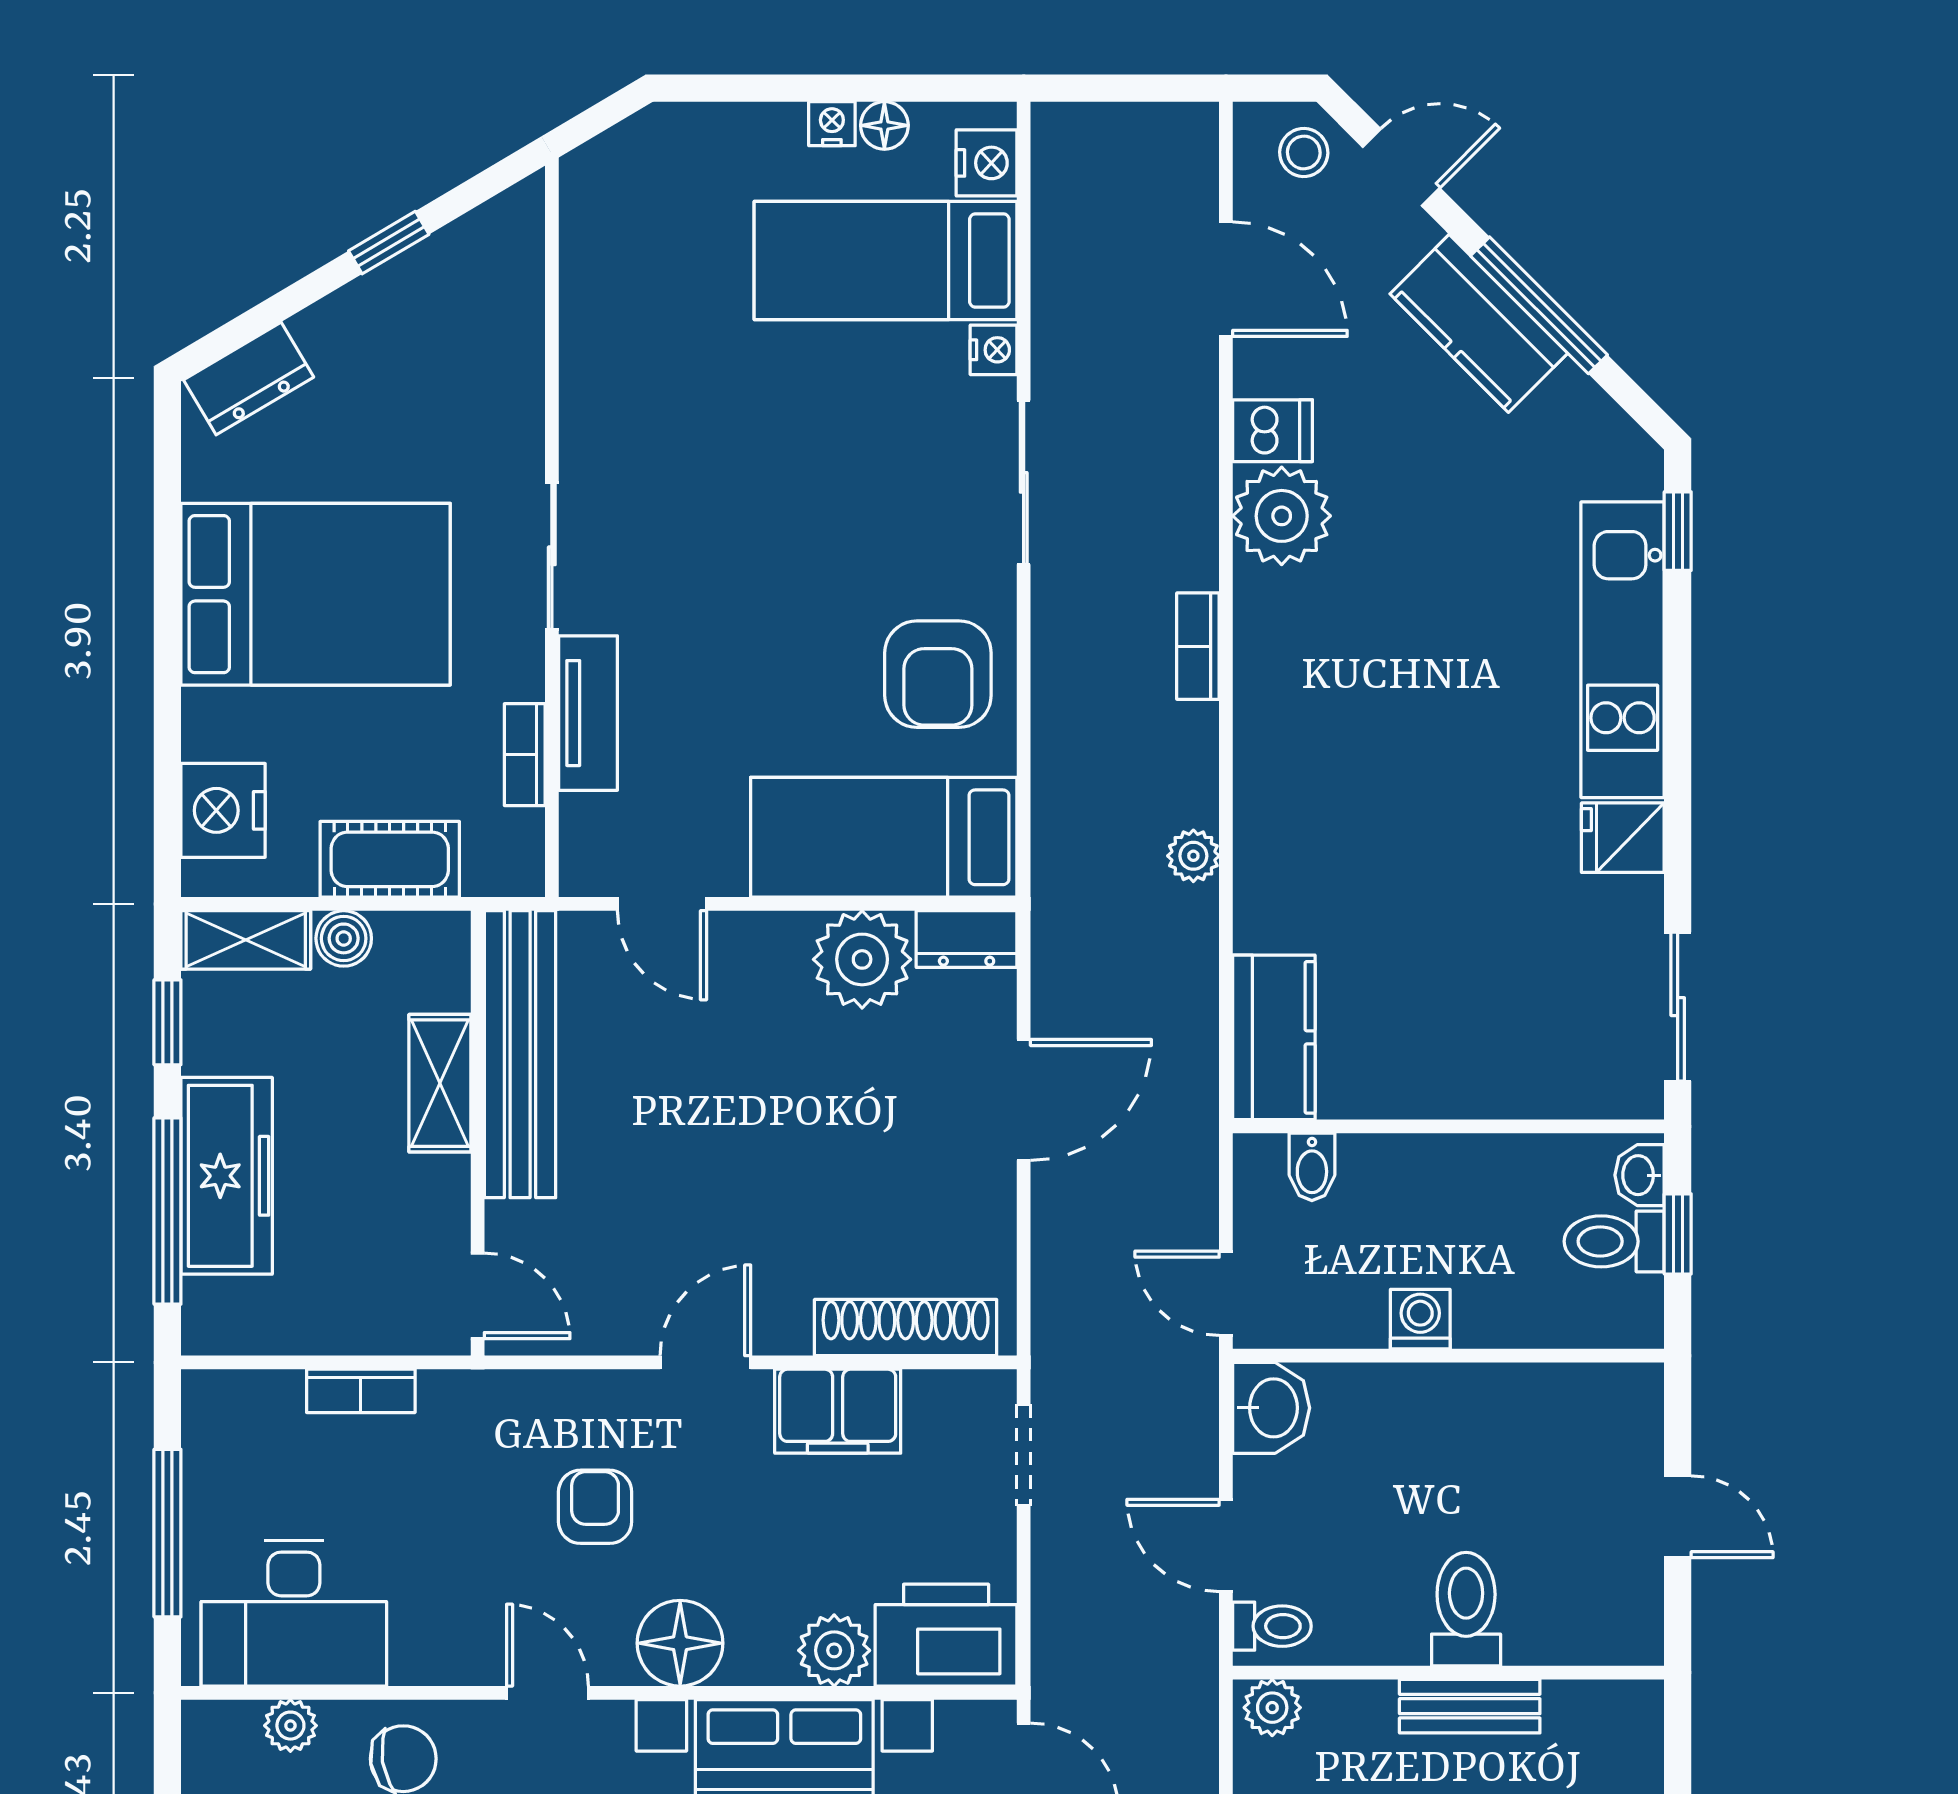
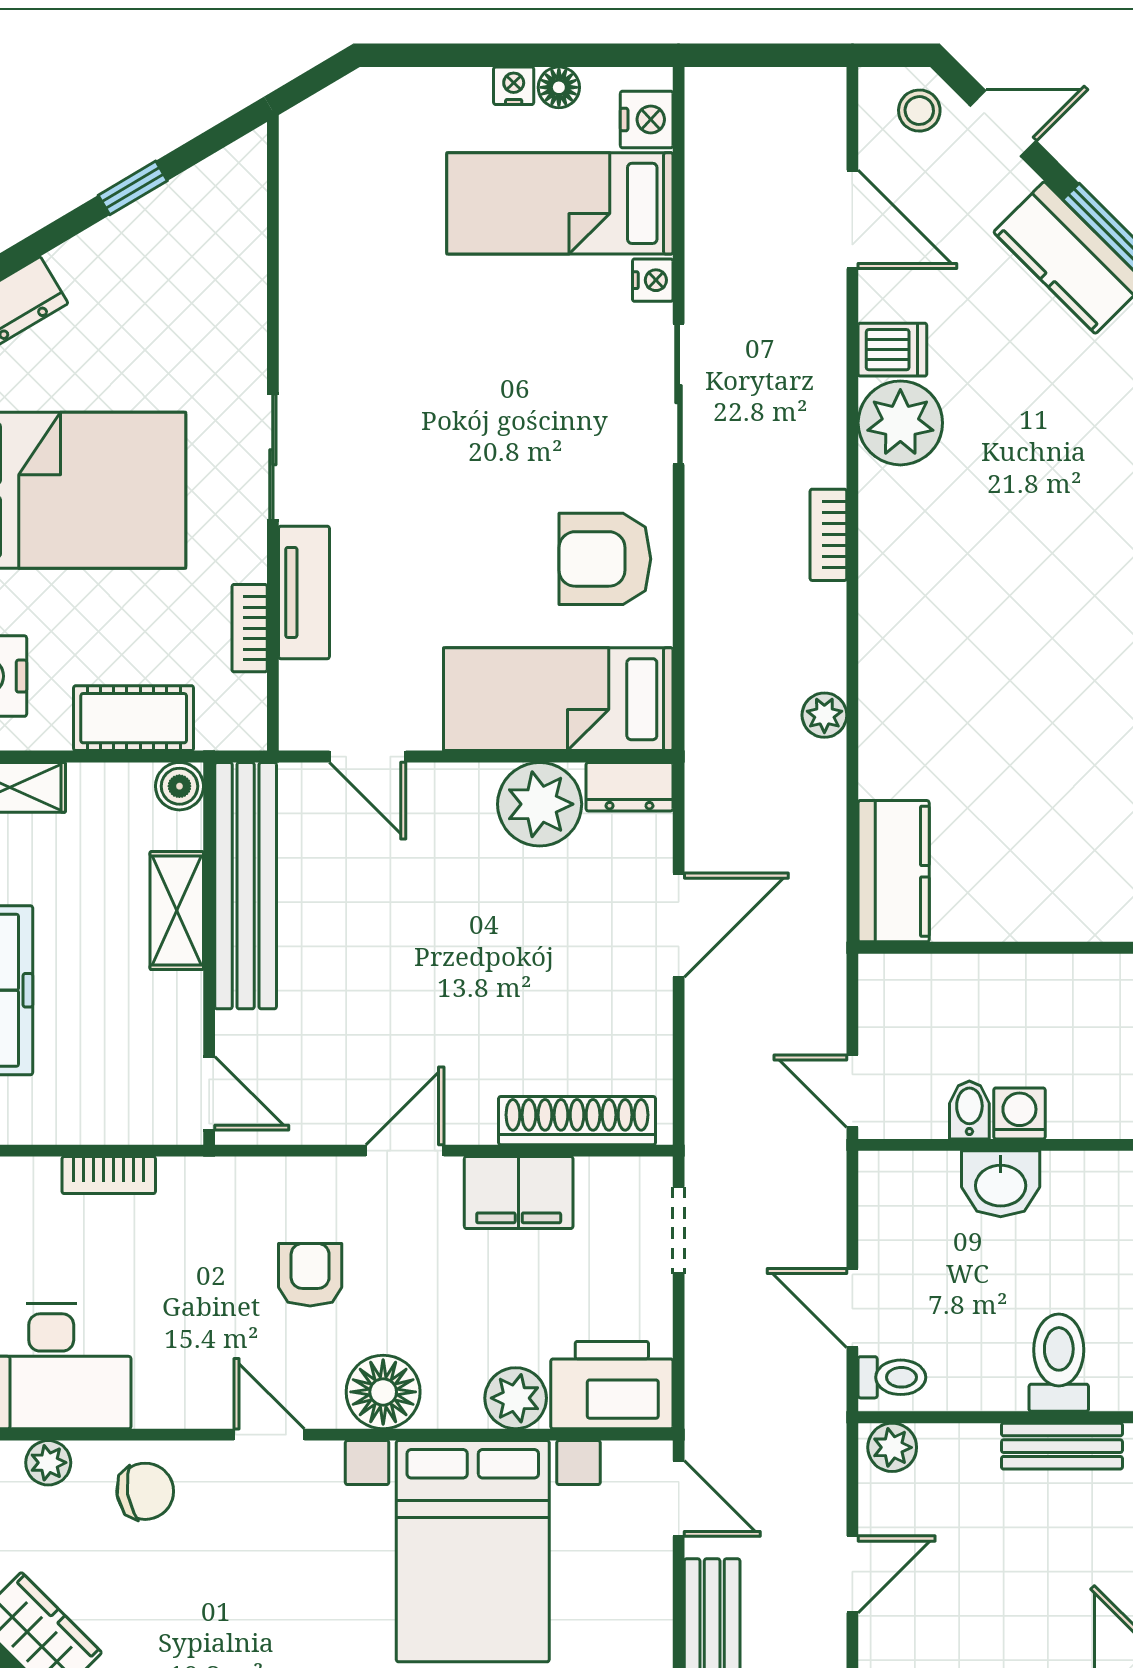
armchair: (938, 674) -> (605, 559), turned 90
boiler: (344, 938) -> (179, 786), moved
bidet: (1312, 1167) -> (969, 1110), moved, turned 180
washbasin: (1271, 1408) -> (1001, 1184), moved, turned 90

